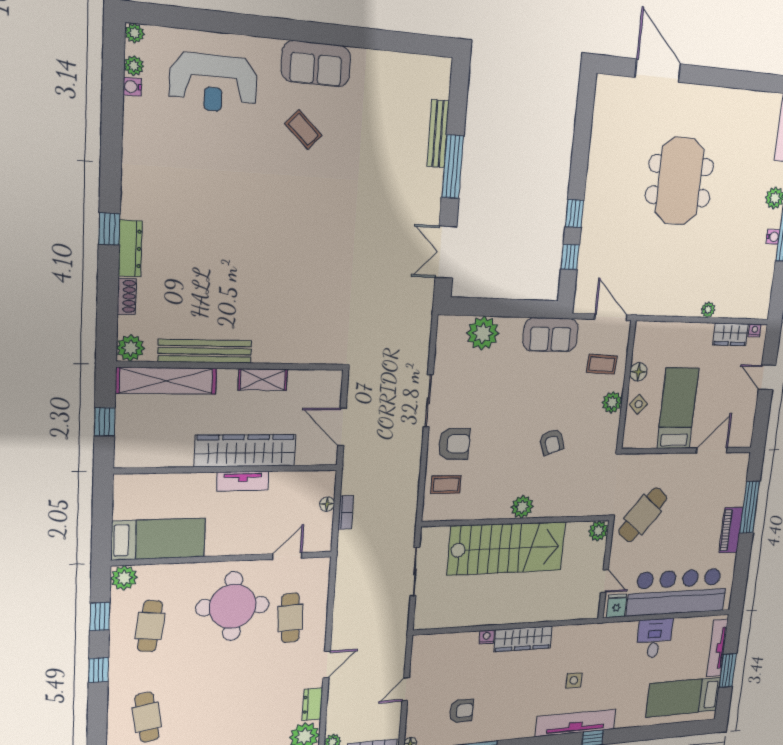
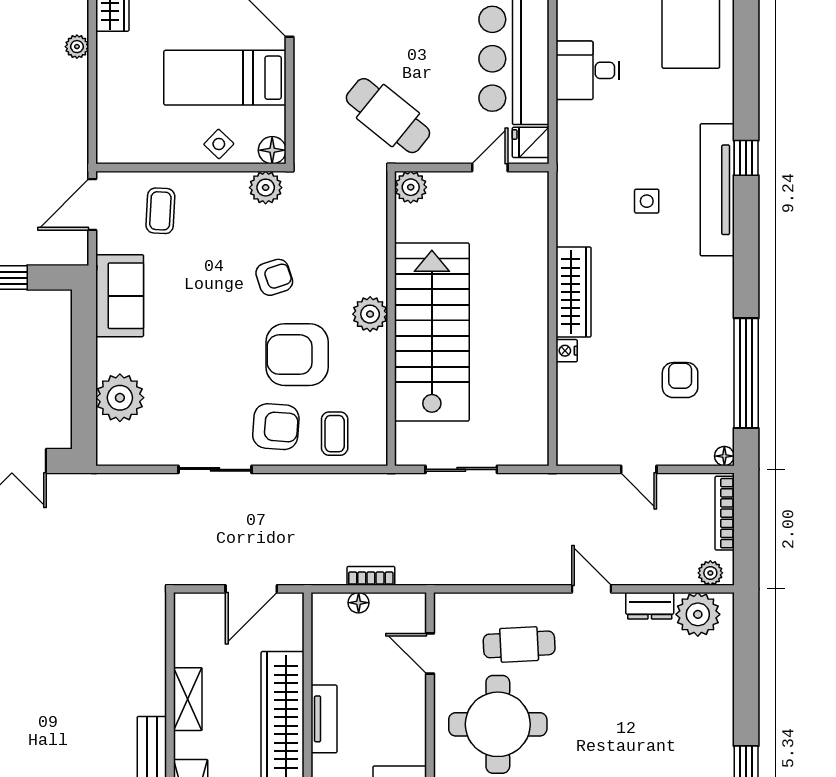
floor lamp: (638, 372) -> (272, 150), moved
plant: (612, 402) -> (266, 188), moved
armchair: (454, 444) -> (276, 427), turned 94
armchair: (501, 458) -> (297, 355), added

